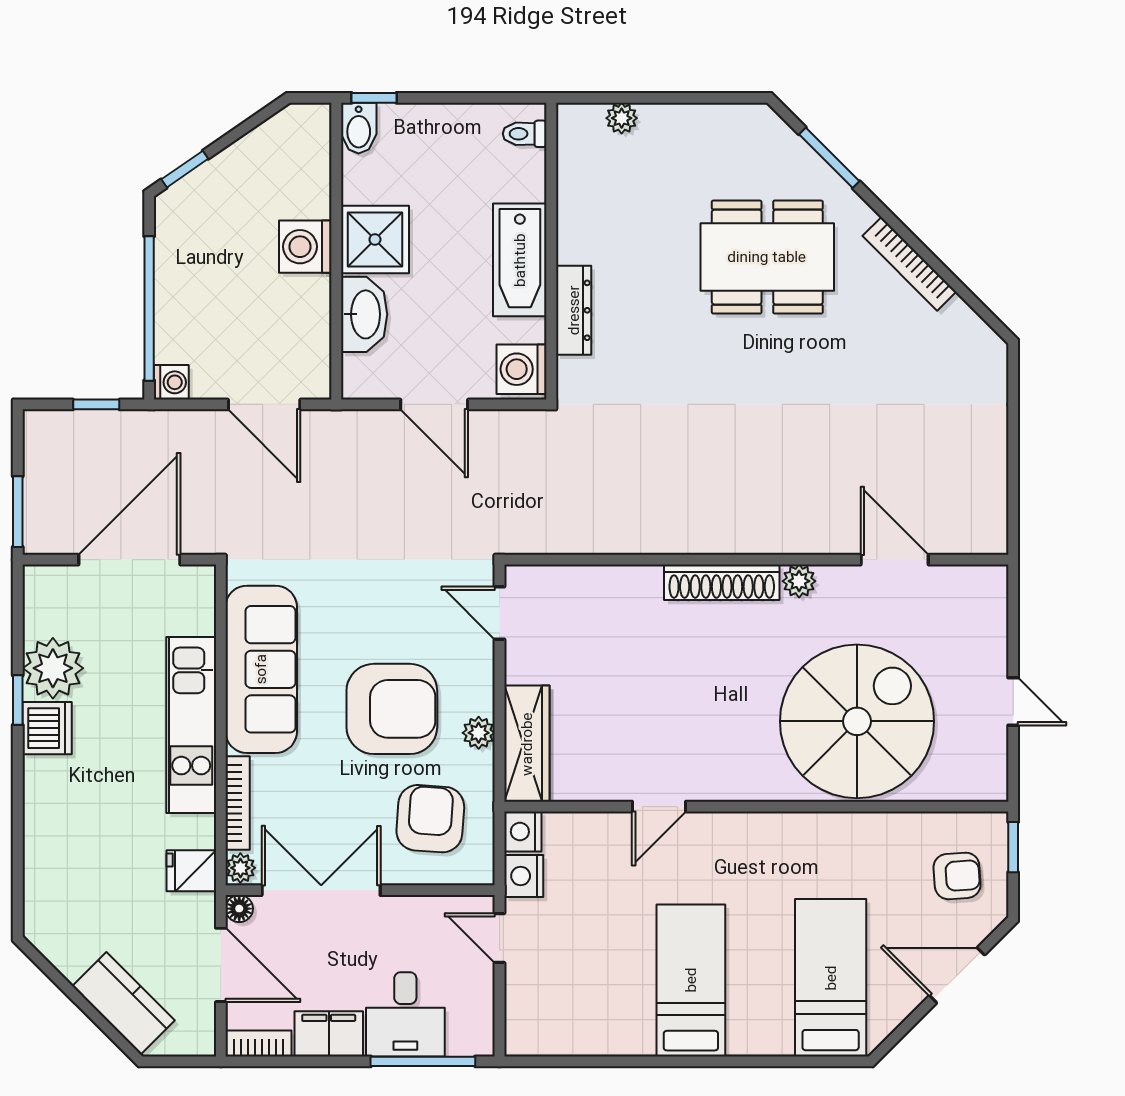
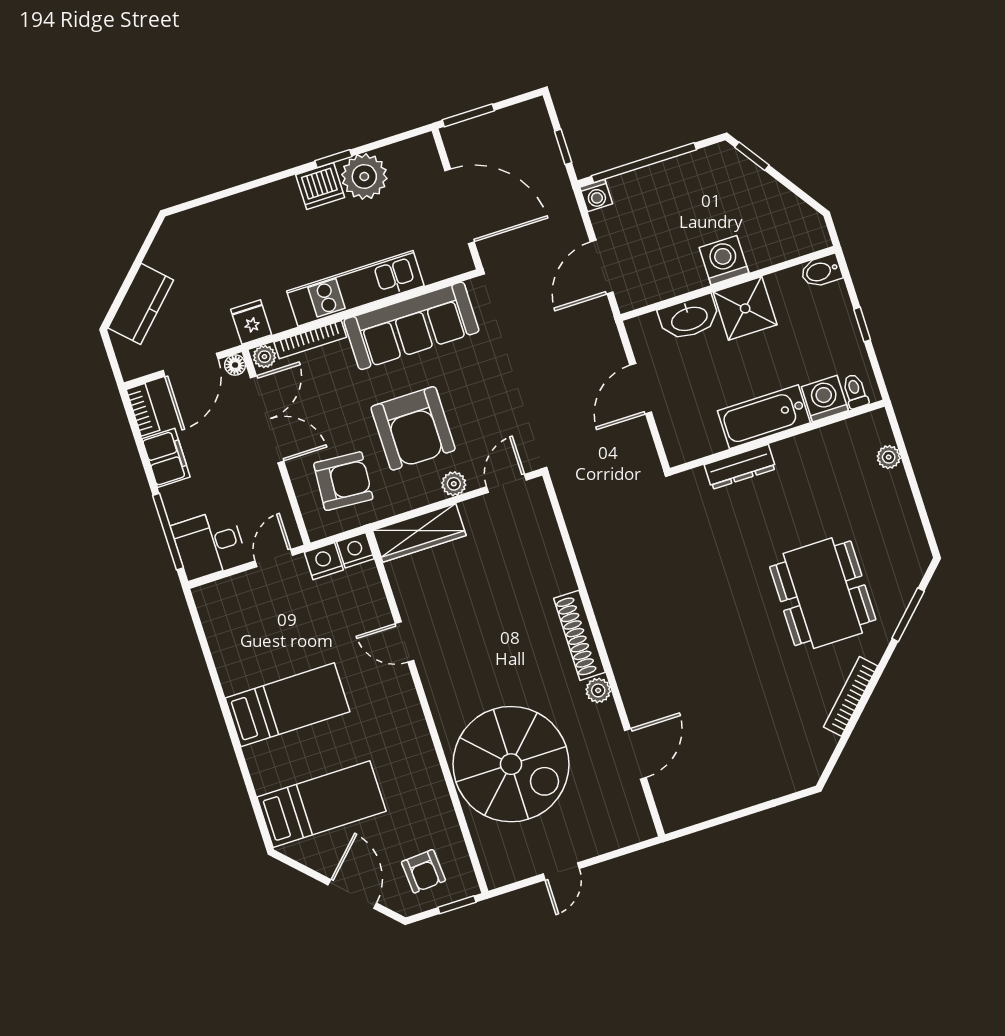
window: (374, 98) -> (862, 324), moved
washing machine: (522, 369) -> (825, 399), moved
plant: (479, 733) -> (454, 484), moved
desk: (405, 1014) -> (209, 544), moved

